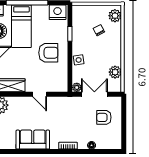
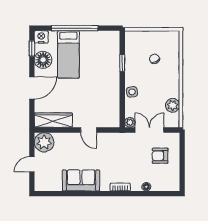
nightstand: (58, 12) -> (109, 39), removed
plant: (115, 16) -> (172, 43), removed
armchair: (48, 53) -> (98, 84), removed

